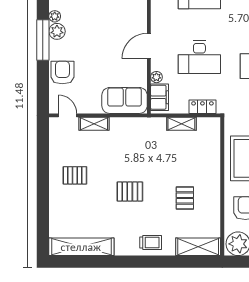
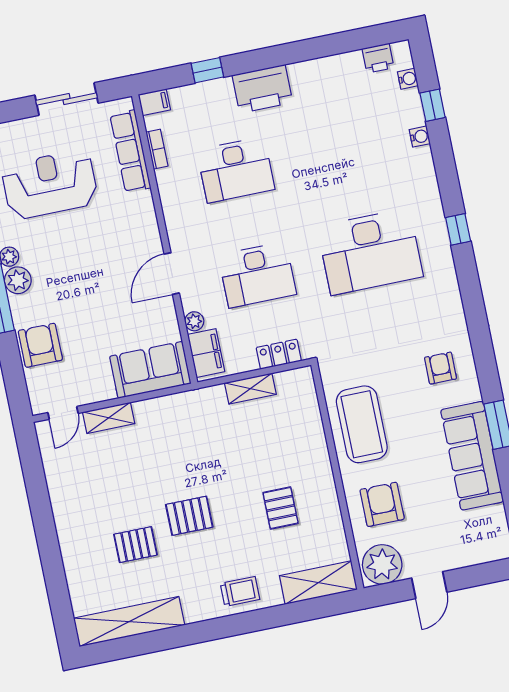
door: (68, 115) -> (63, 413), swing flipped
pallet: (75, 175) -> (135, 545), moved

